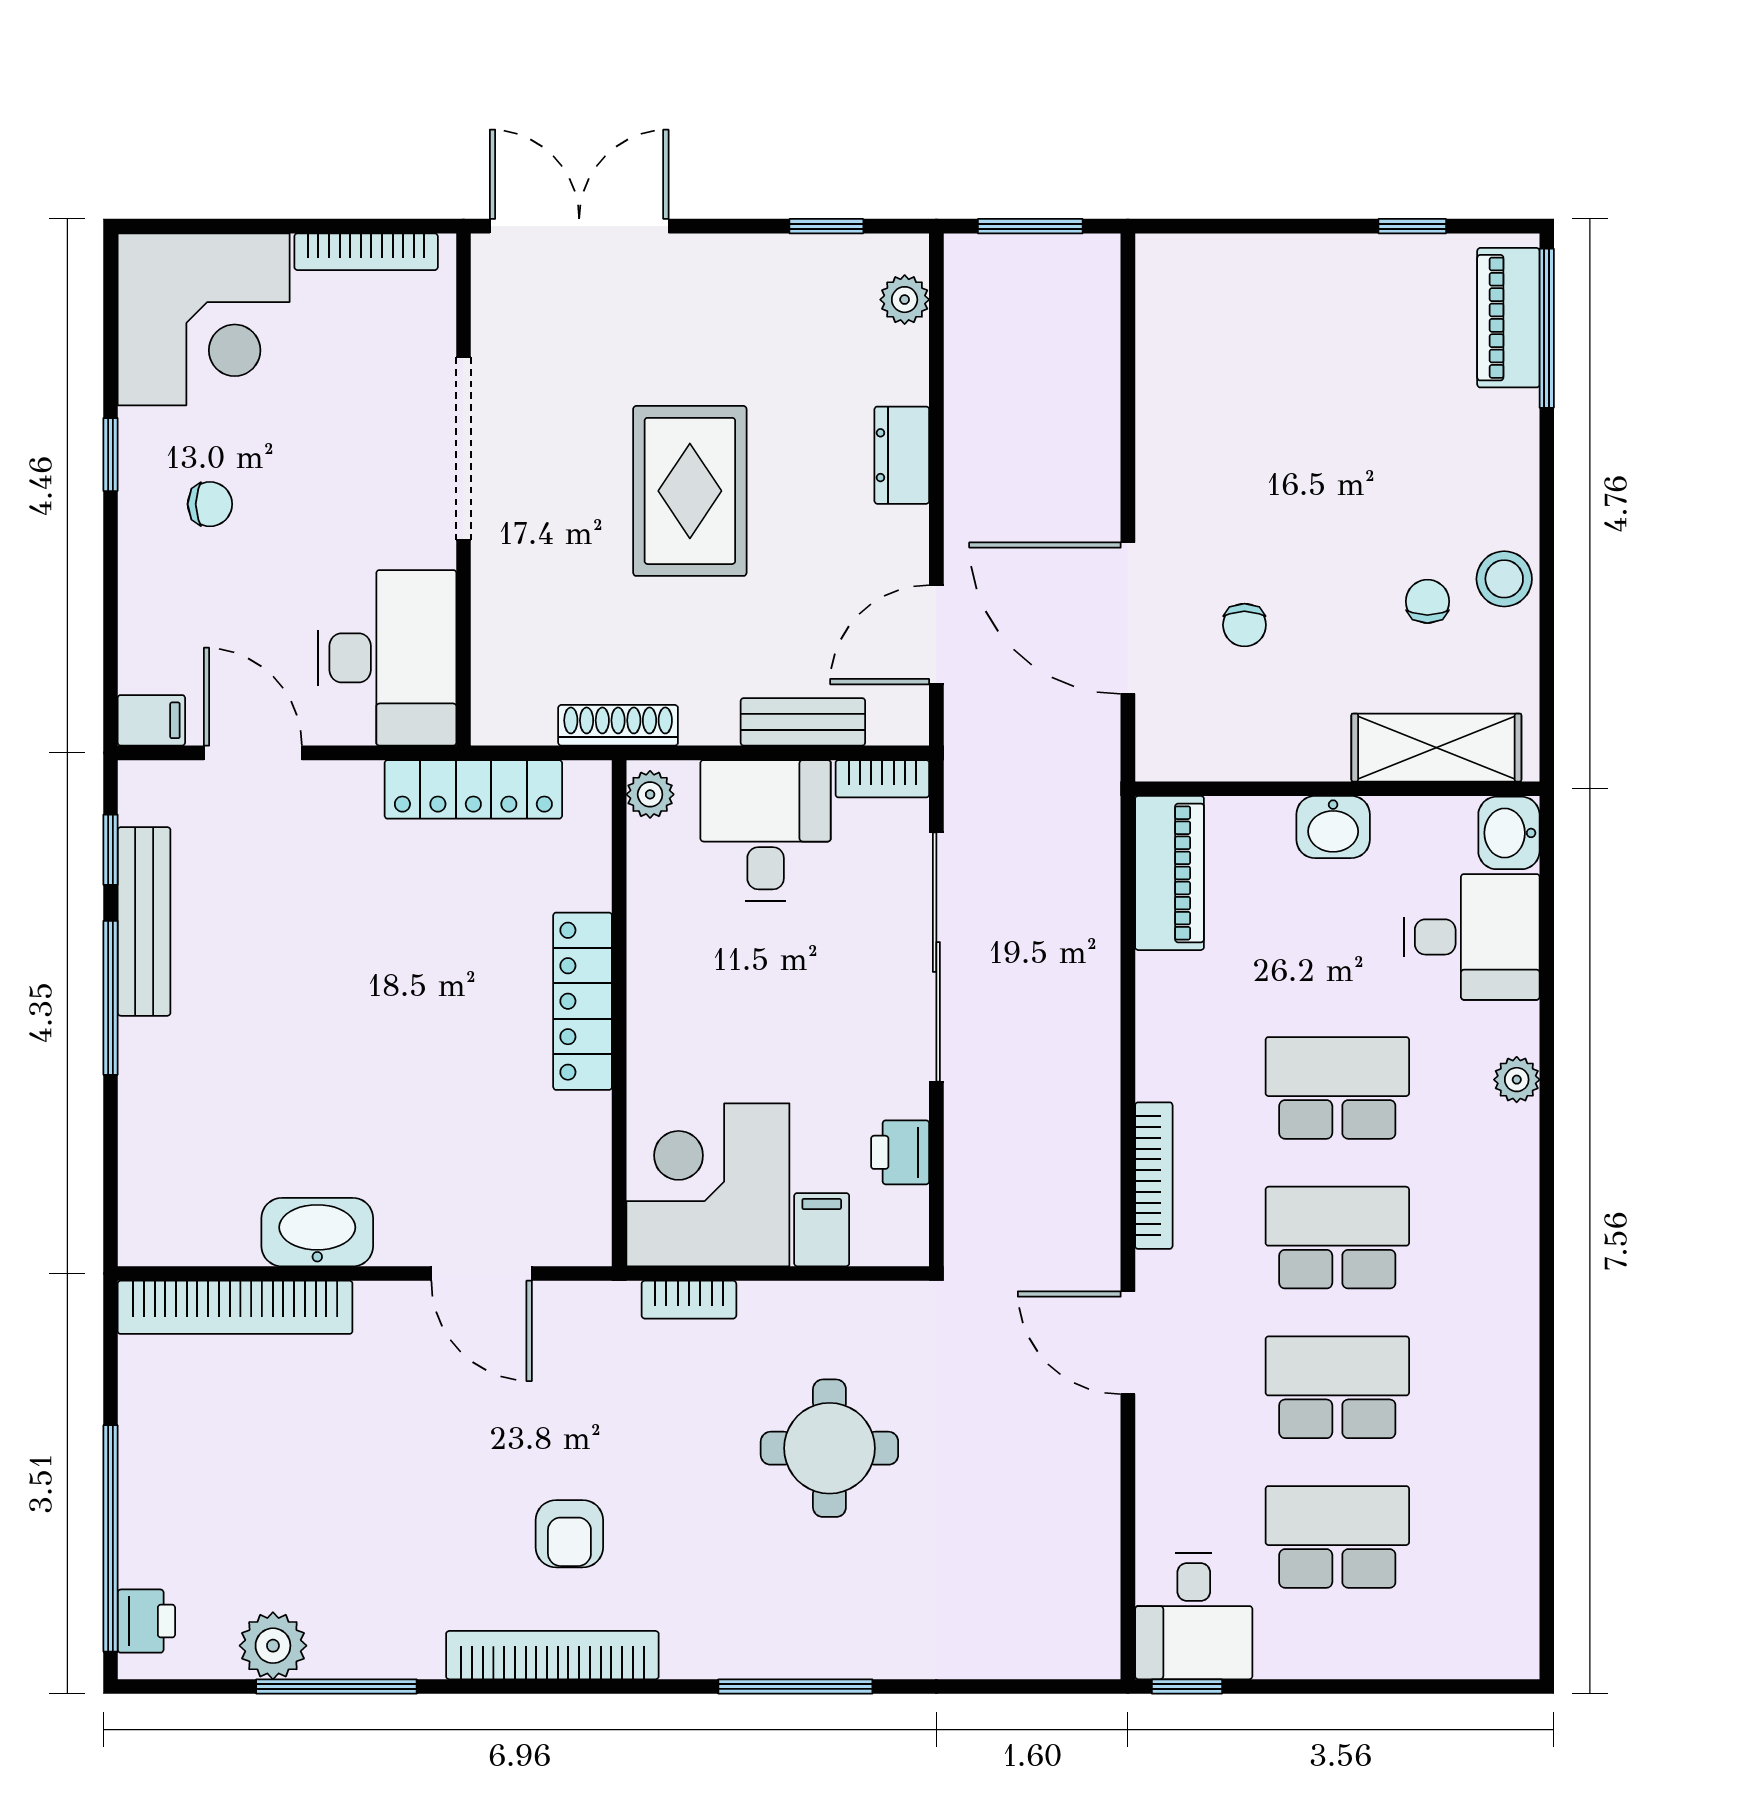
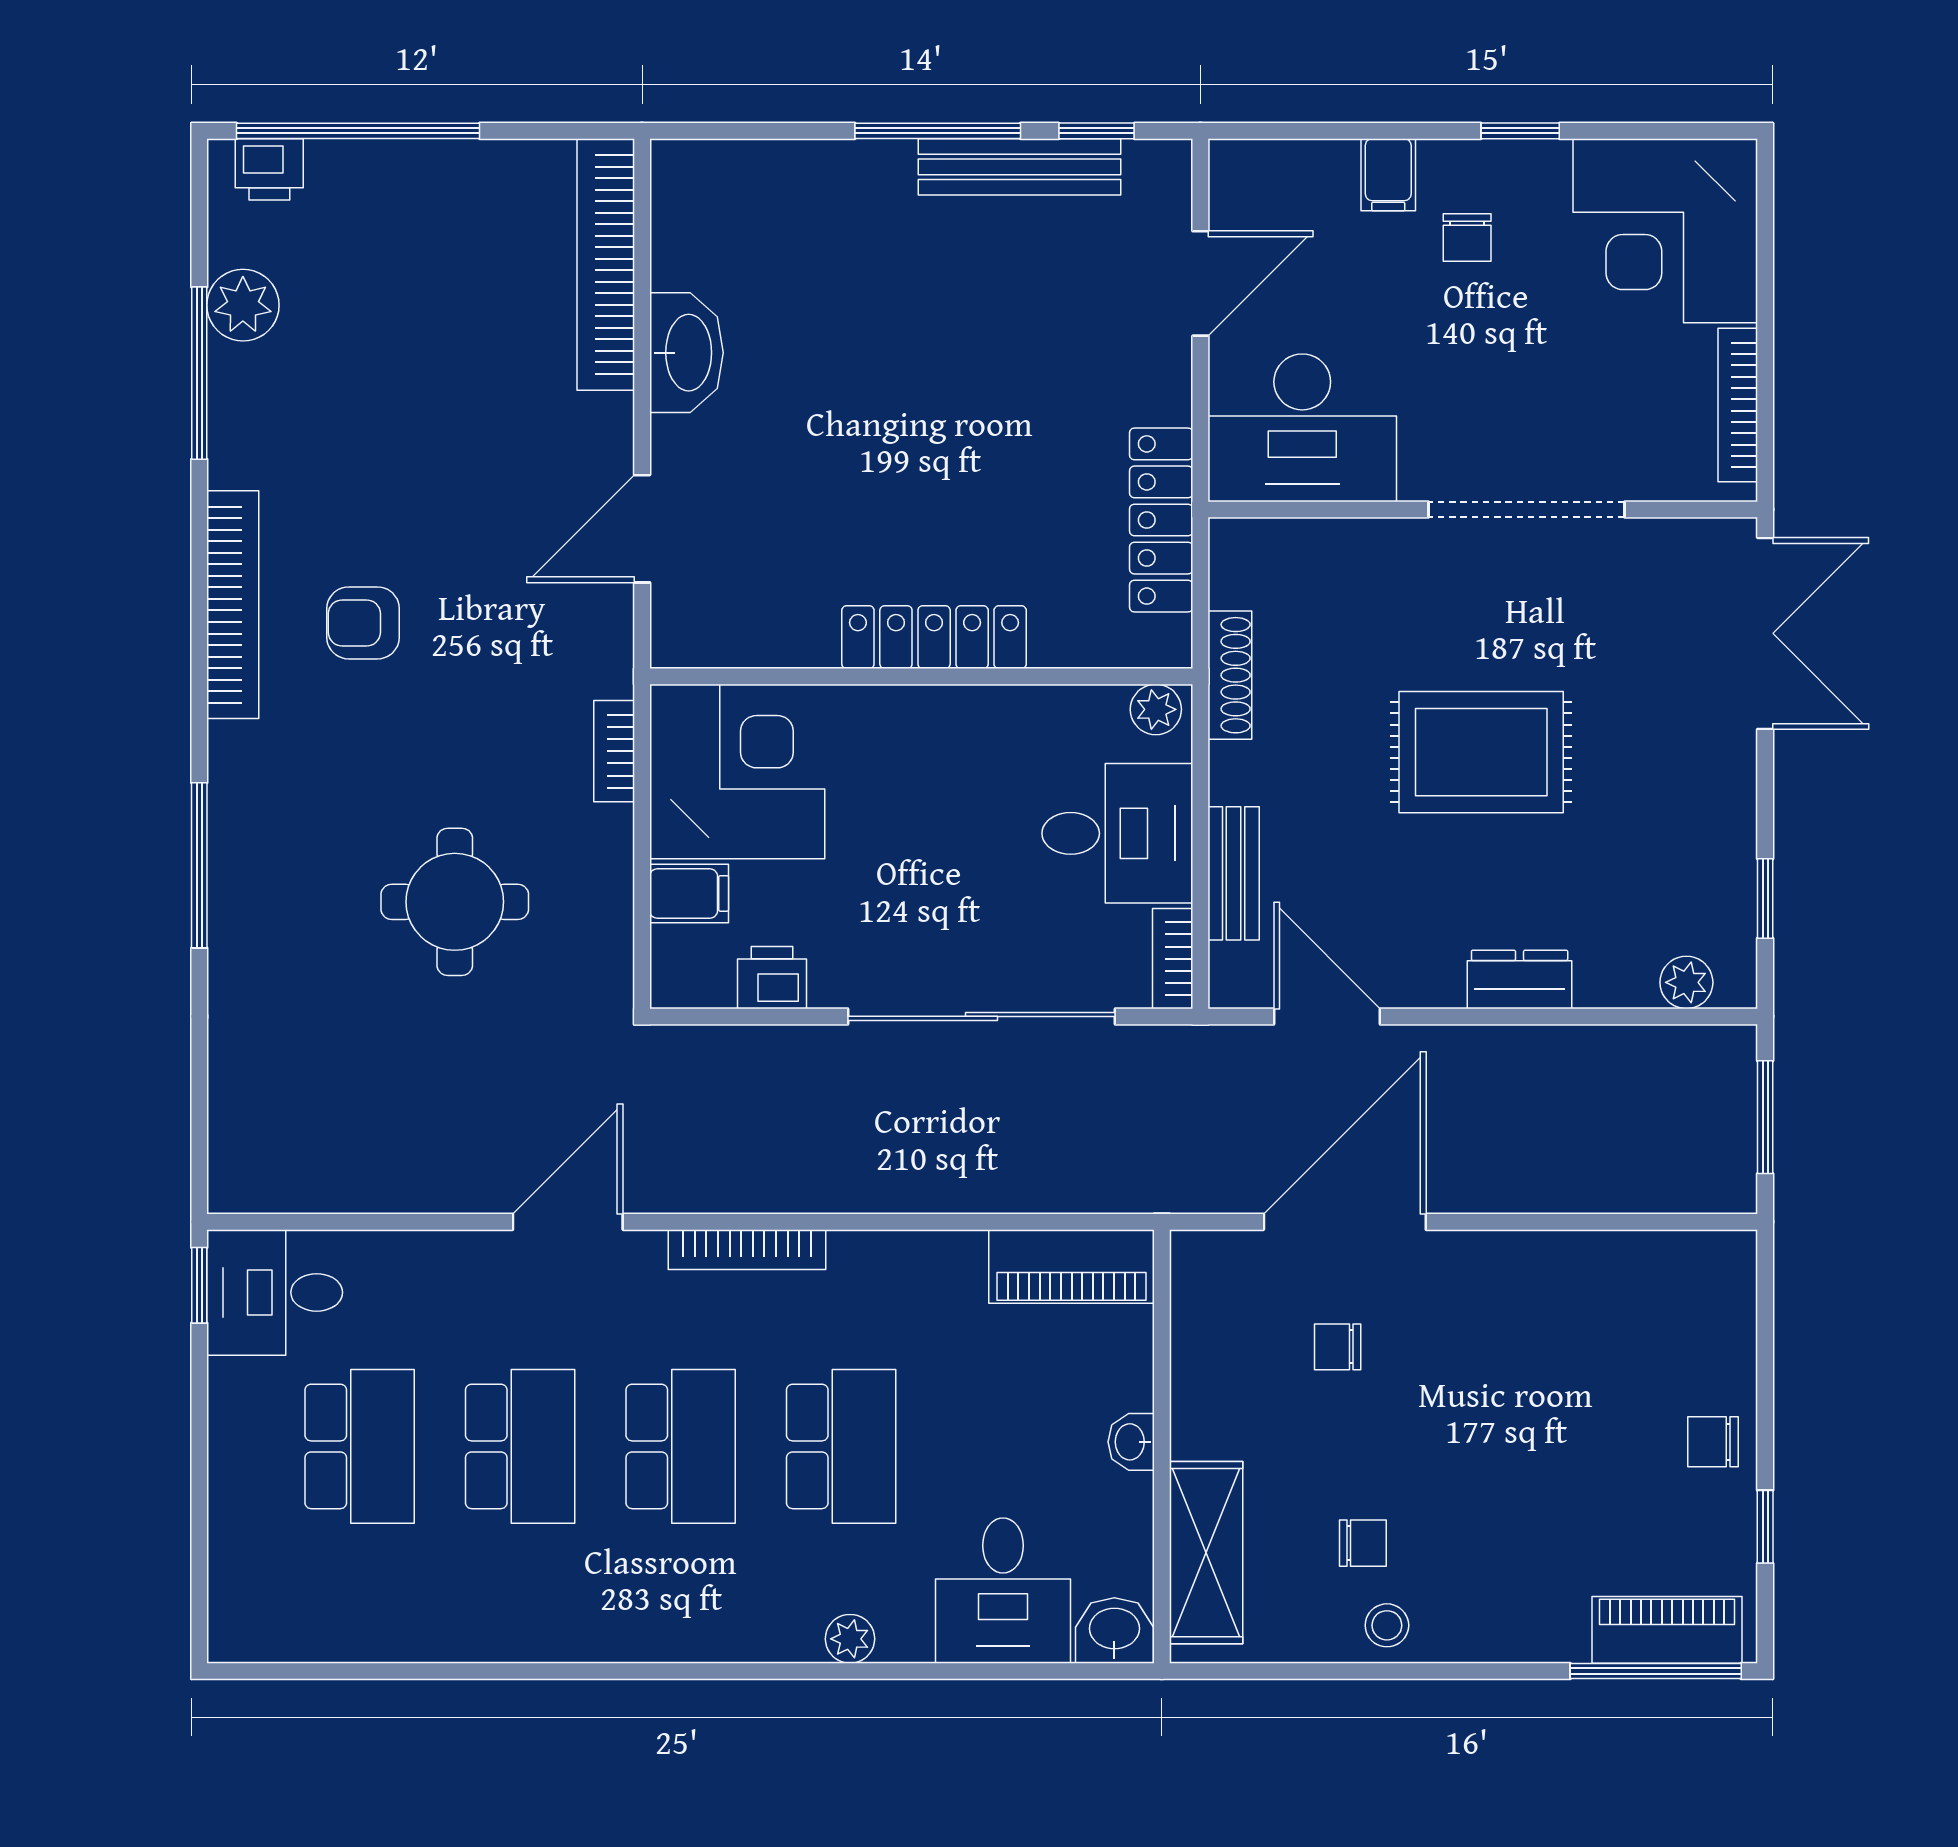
chair: (1333, 275) -> (1713, 1442), added
stool: (1504, 579) -> (1387, 1625), width x0.73, depth x0.73
filing cabinet: (151, 720) -> (1388, 175), moved
washbasin: (1333, 827) -> (1131, 1442), width x0.72, depth x0.69

